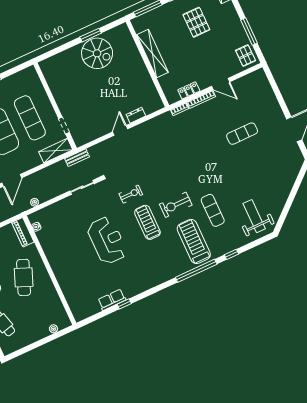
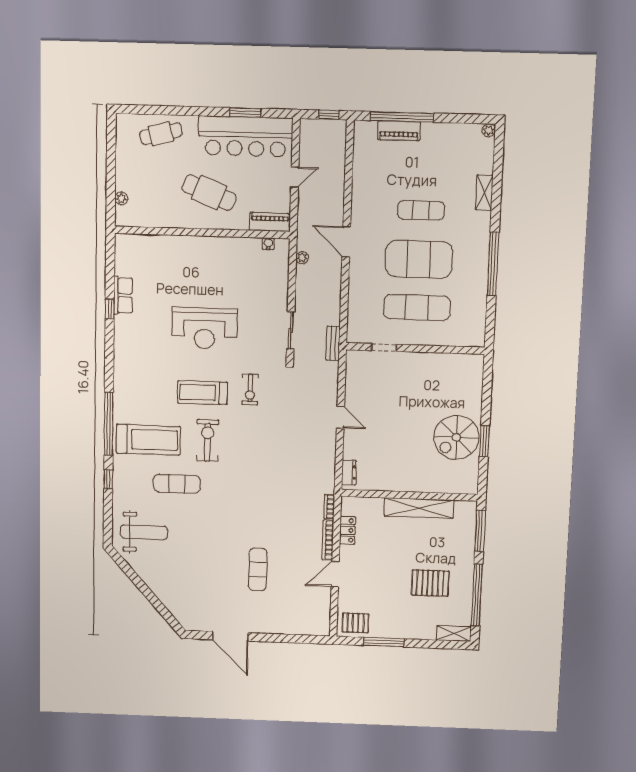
dresser: (136, 115) -> (349, 473), moved
shelving: (56, 151) -> (356, 320), removed
treadmill: (147, 222) -> (202, 393), turned 180

